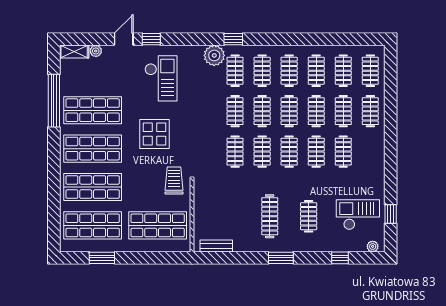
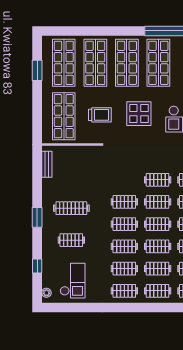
clothes rail: (235, 152) -> (124, 291), moved
trolley: (174, 180) -> (100, 115), moved
window: (391, 214) -> (73, 308), removed

